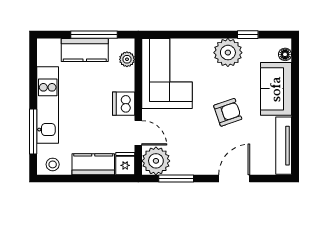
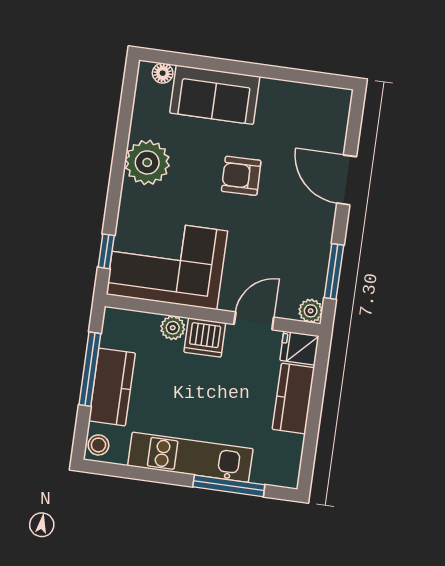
window: (248, 35) -> (106, 251), moved
plant: (127, 59) -> (173, 328), moved
armchair: (228, 112) -> (241, 176), turned -72
tv unit: (284, 146) -> (306, 95), removed
plant: (156, 161) -> (311, 311), width x0.53, depth x0.53
stool: (53, 164) -> (98, 445), moved

